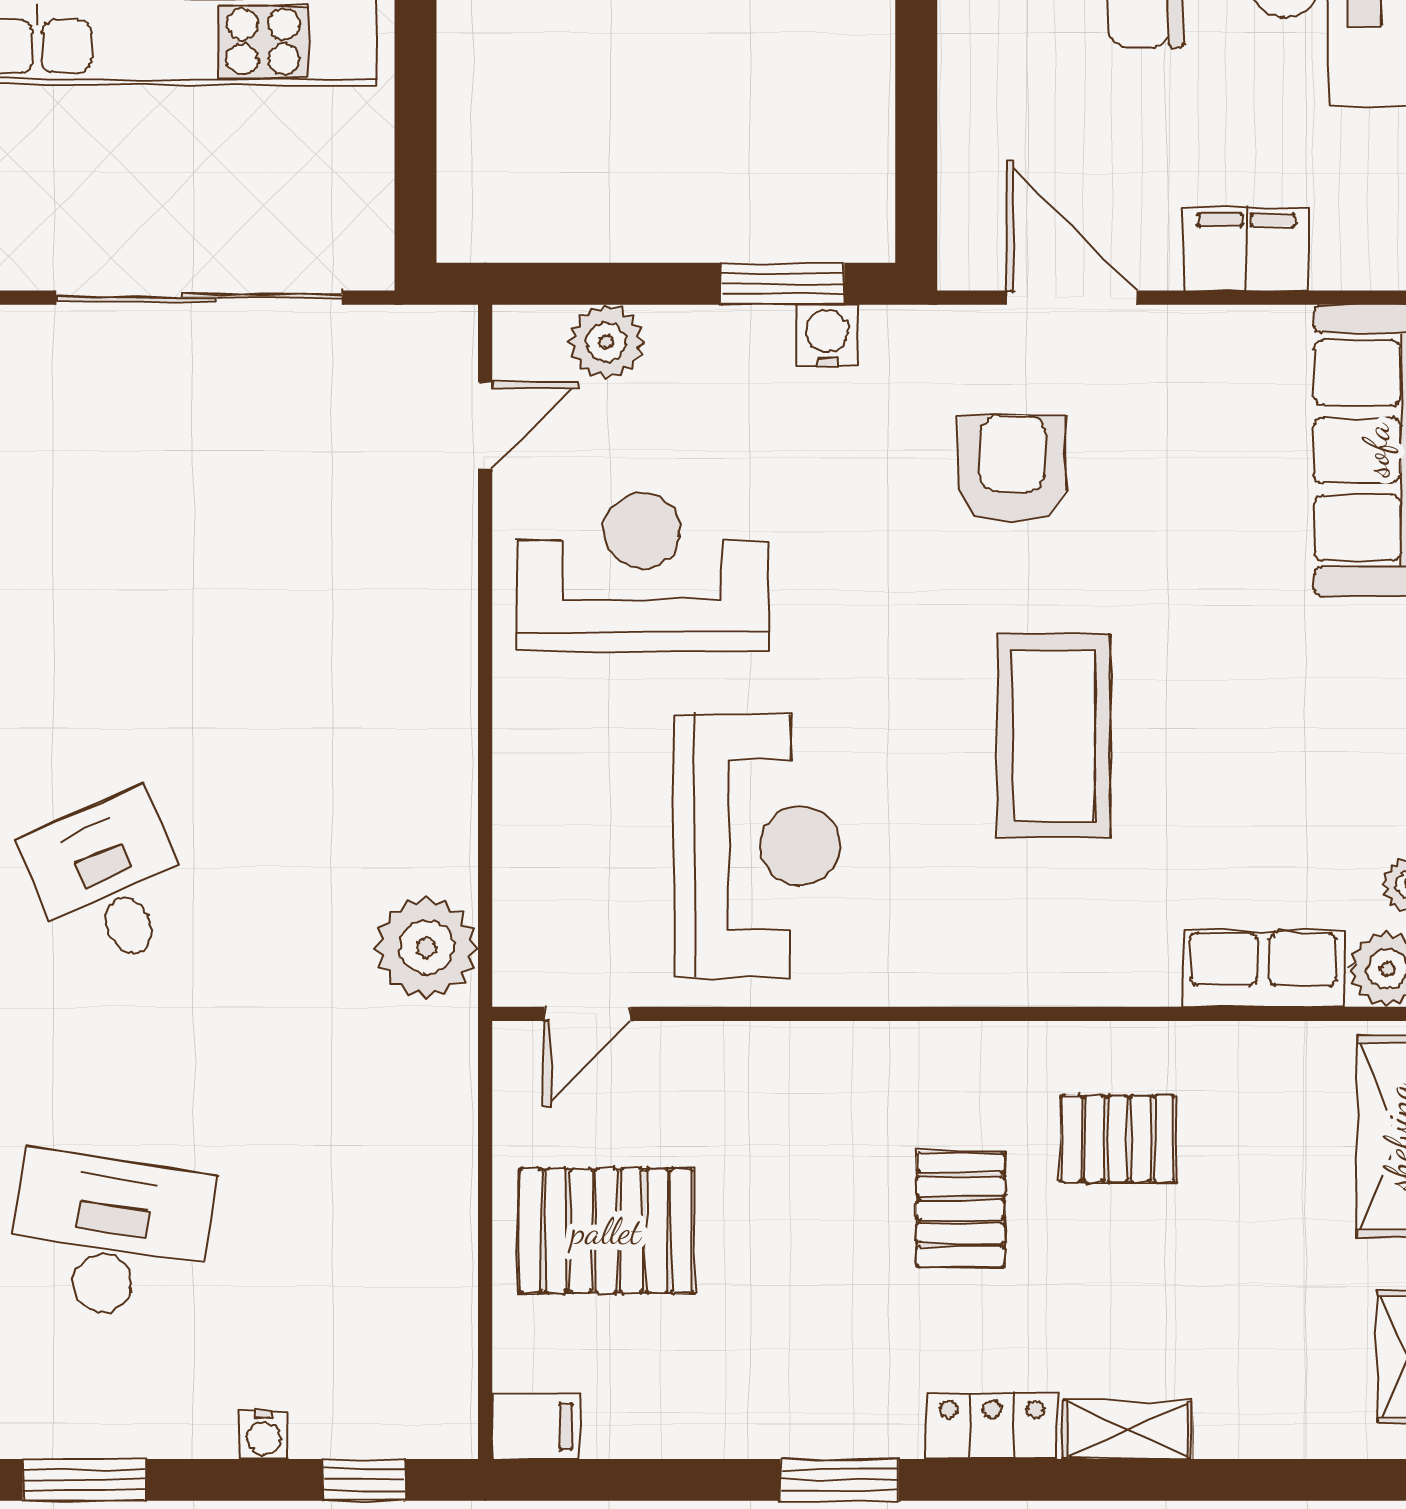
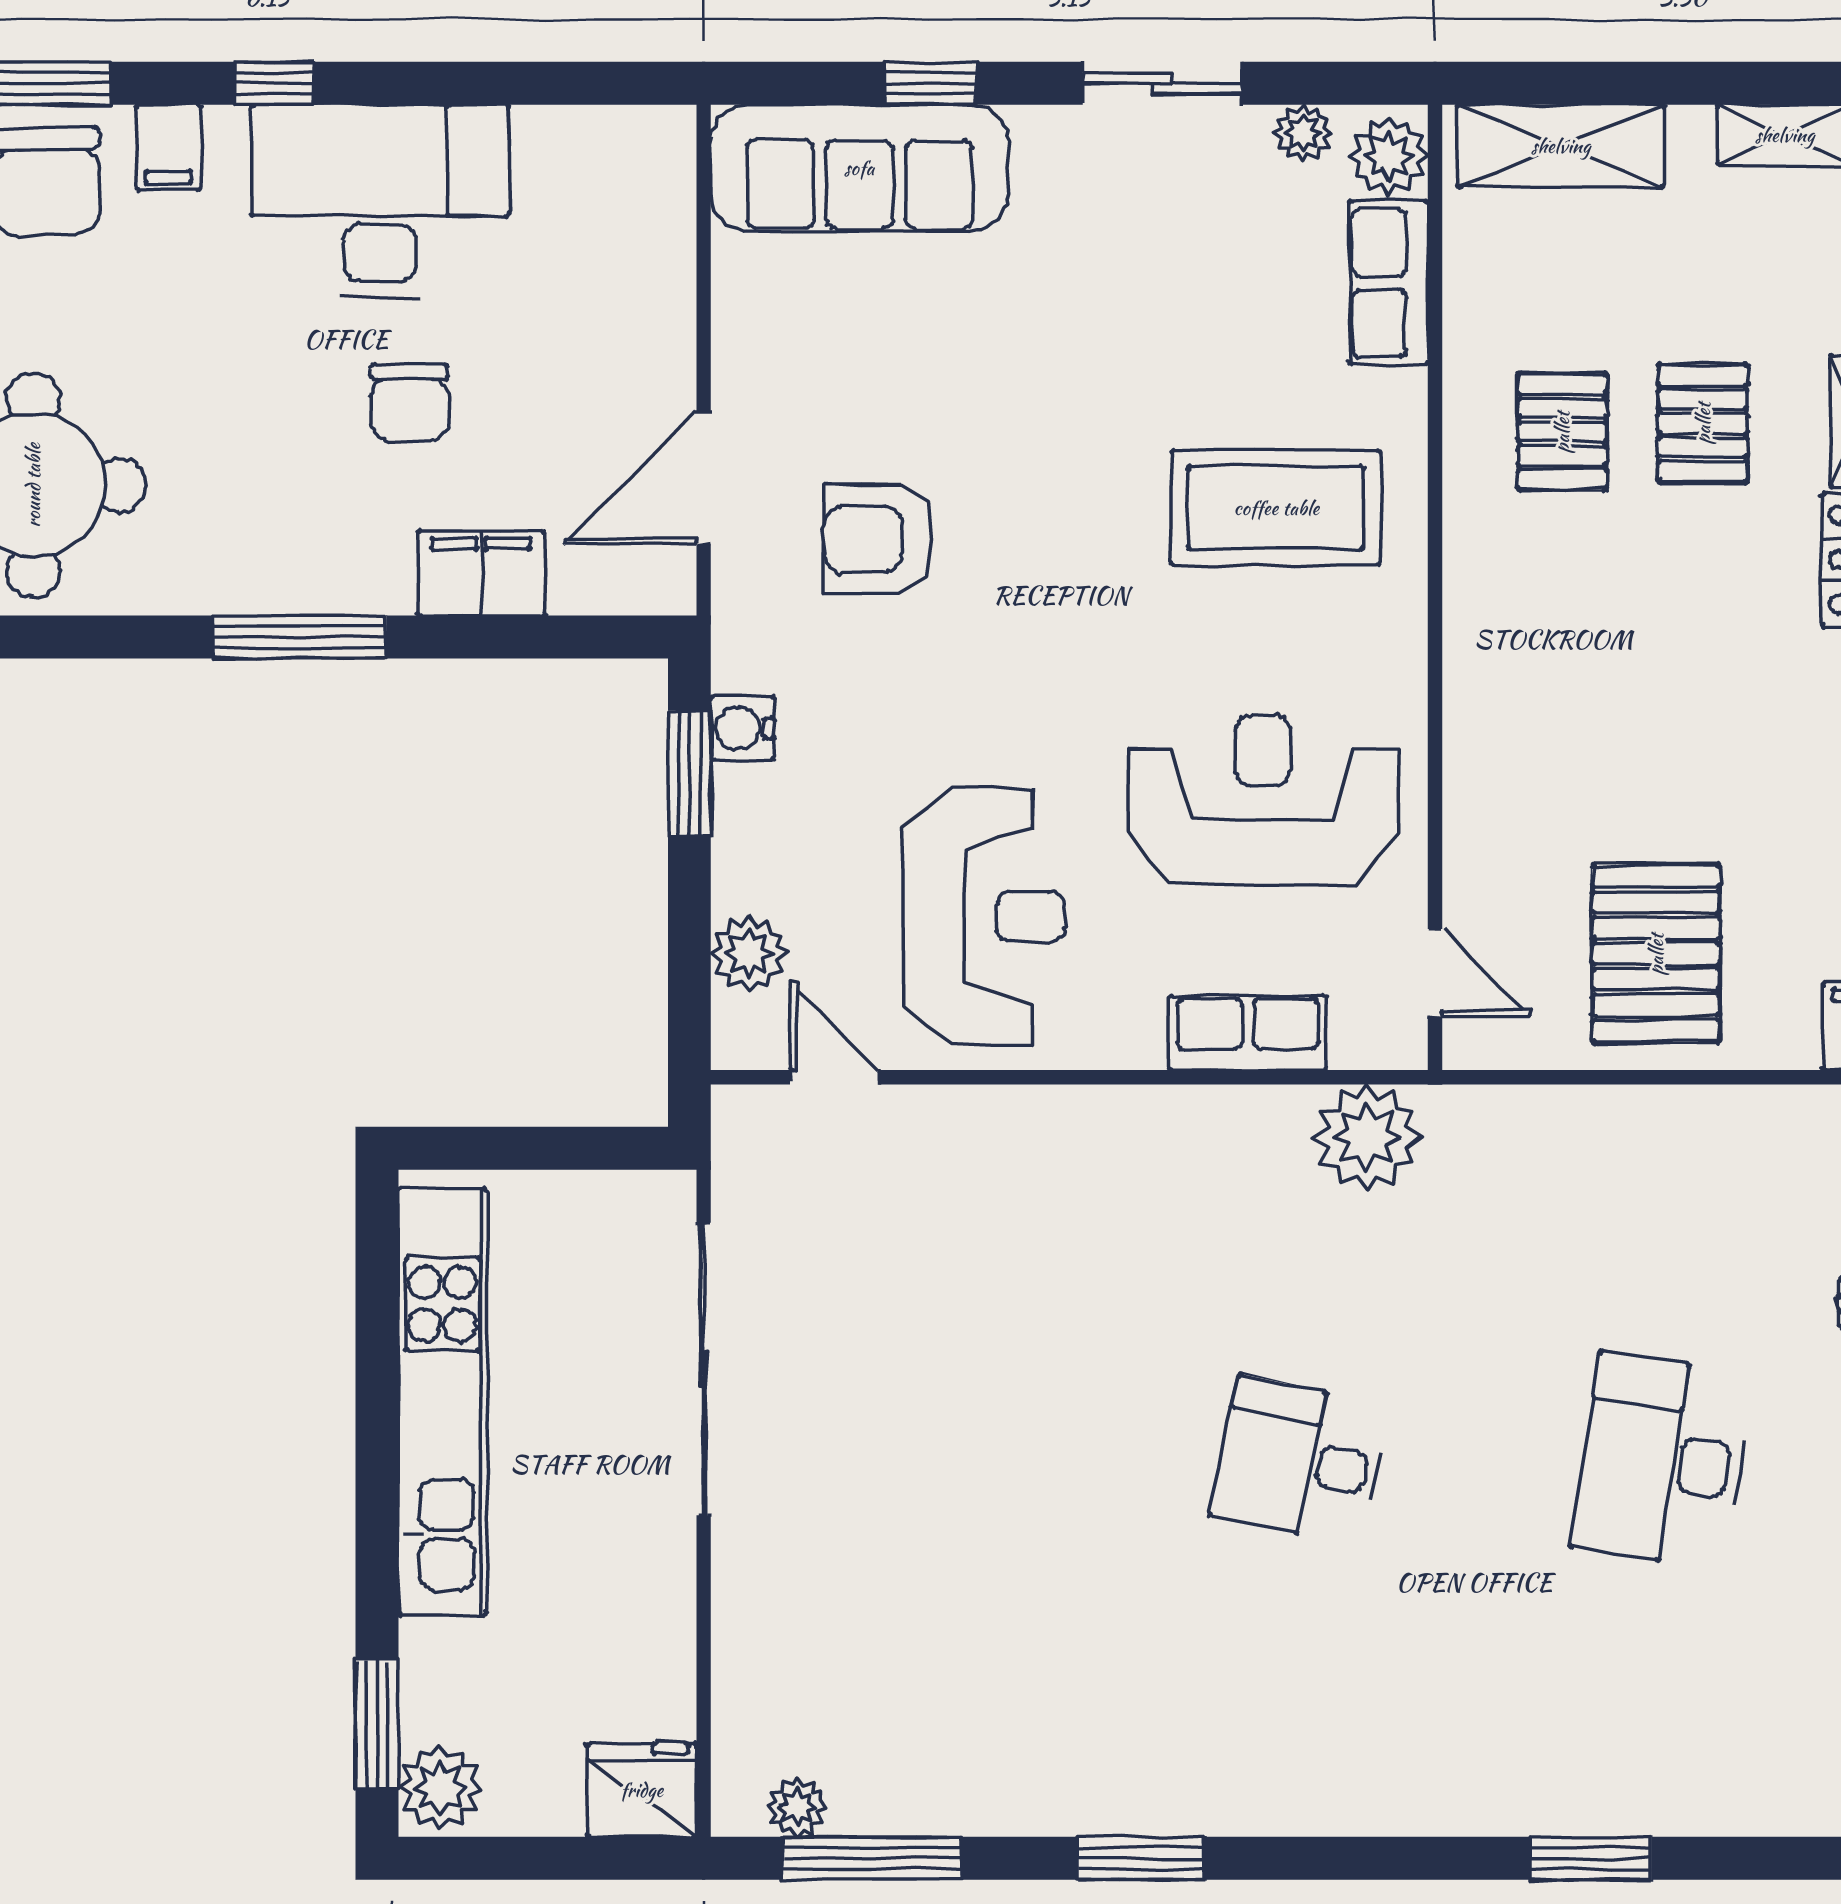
filing cabinet: (1247, 249) -> (481, 573), moved, turned 90
reception desk: (642, 572) -> (984, 917), turned 180
coffee table: (1054, 736) -> (1276, 508), moved
row of seats: (529, 831) -> (1248, 1033), added
desk: (110, 882) -> (1300, 1461), turned 36
pallet: (961, 1210) -> (1703, 423), moved, turned 90

